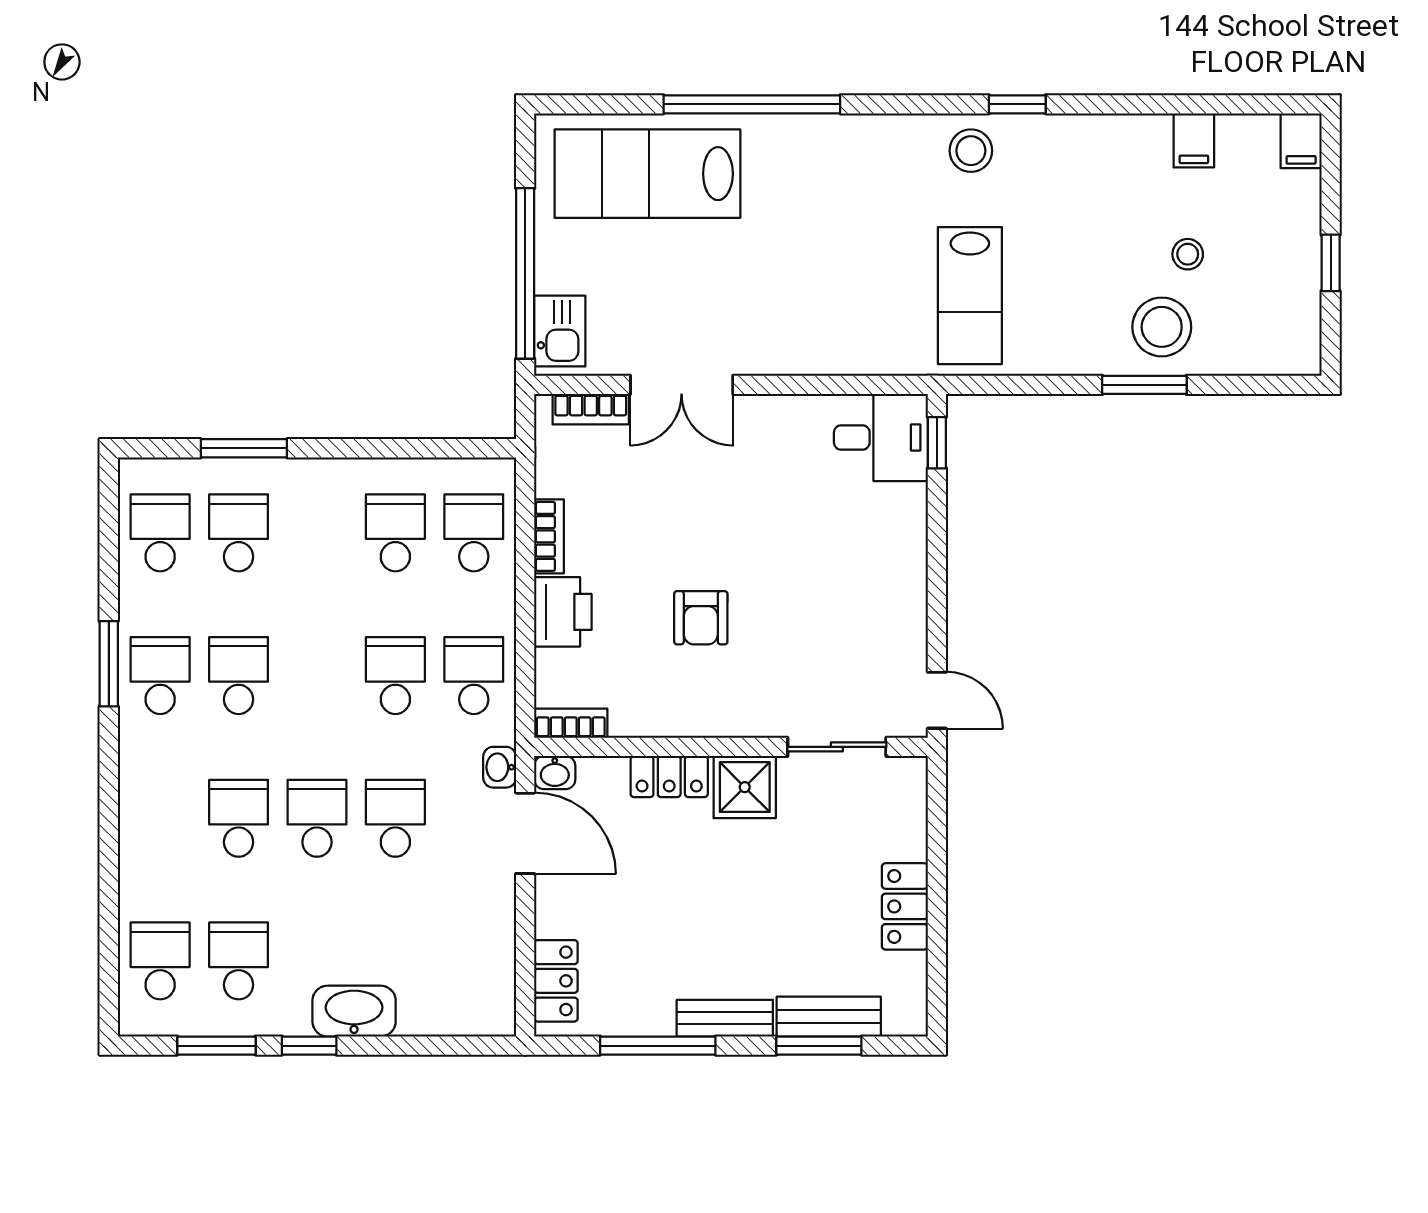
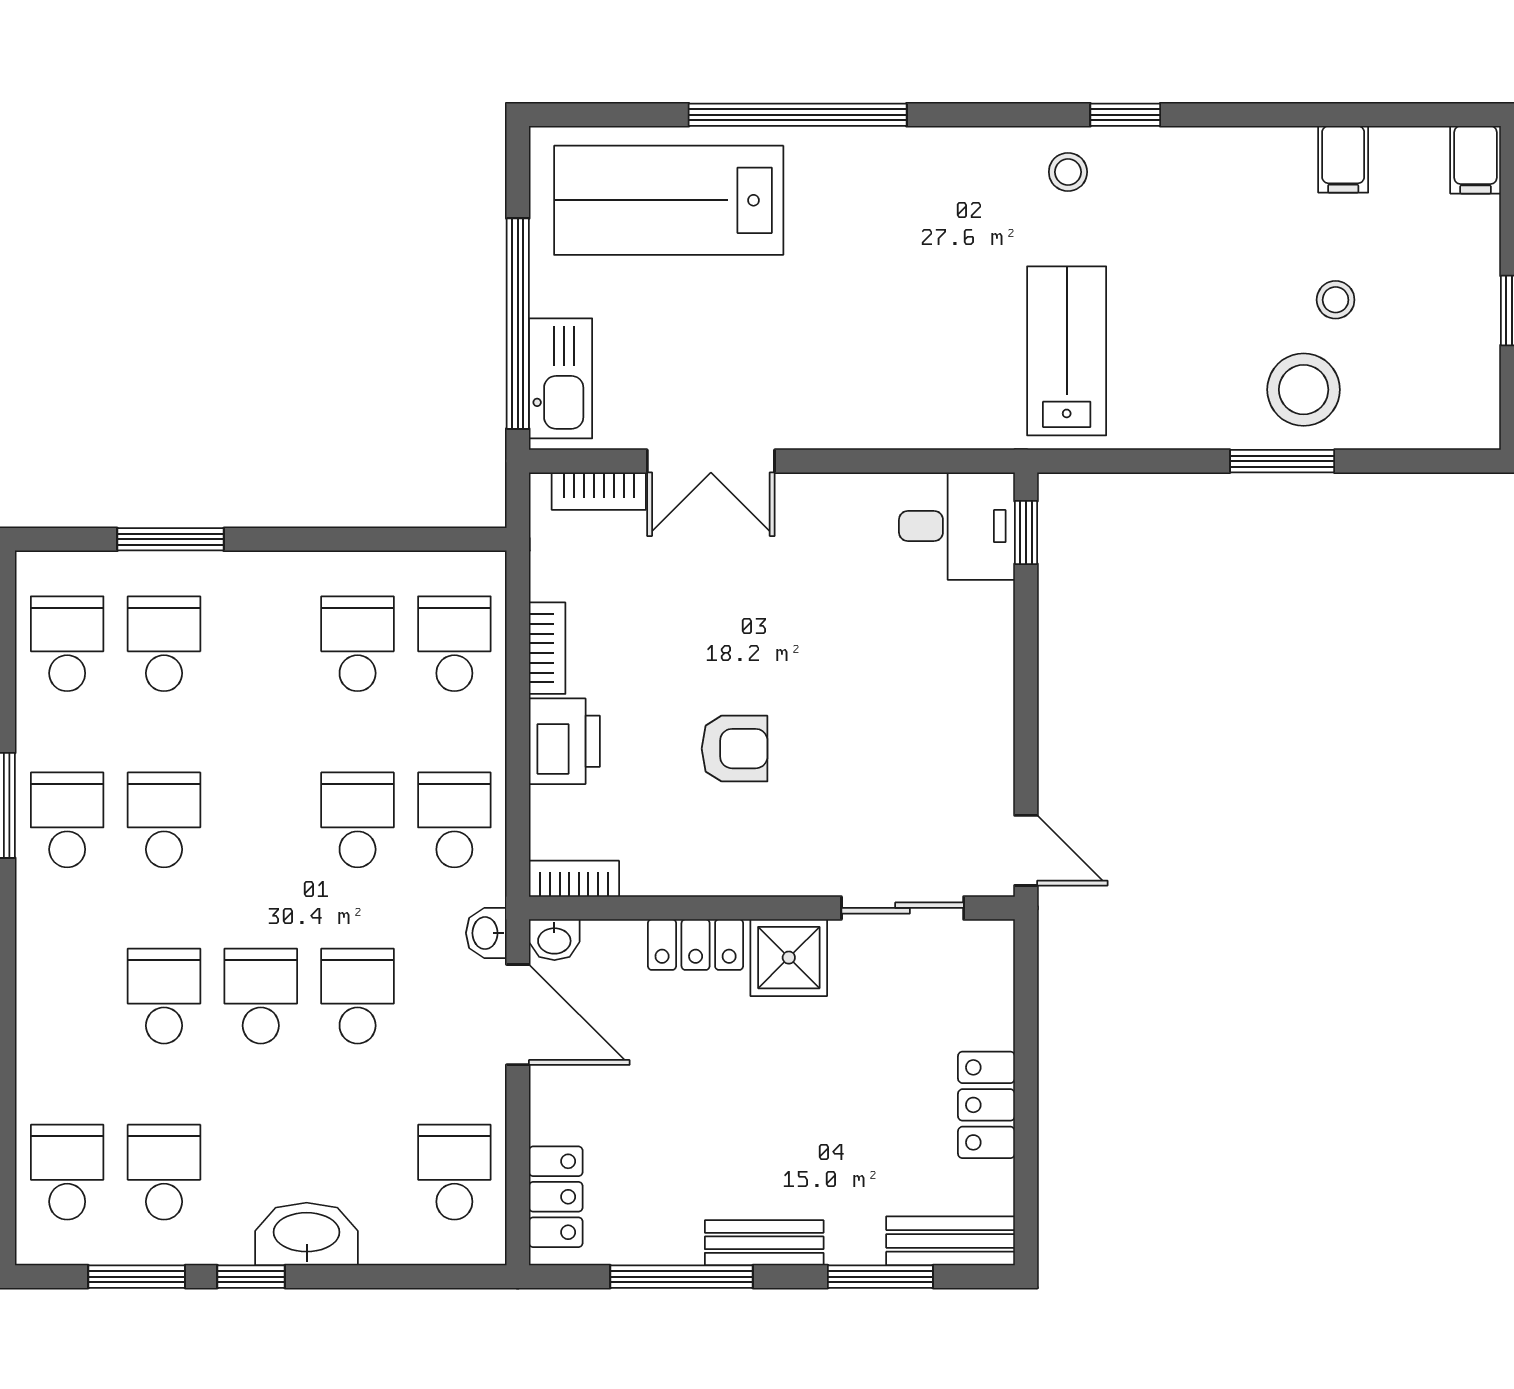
stool: (971, 151) -> (1068, 172), width x0.73, depth x0.73
lab bench: (970, 296) -> (1067, 351), turned 180
kitchen sink: (560, 331) -> (561, 378), width x1.38
armchair: (701, 618) -> (735, 749), turned -90
school desk: (474, 961) -> (454, 1172), added
bench: (829, 1017) -> (951, 1241), moved

